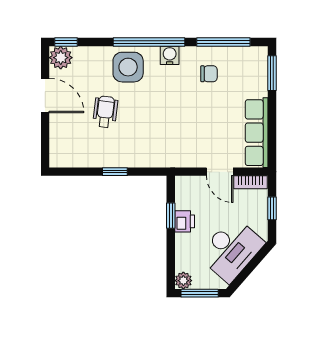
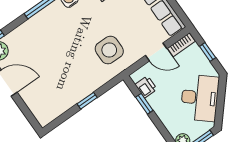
side table: (128, 67) -> (109, 50), moved
wheelchair: (105, 112) -> (53, 66), removed
printer: (185, 221) -> (146, 87), moved

